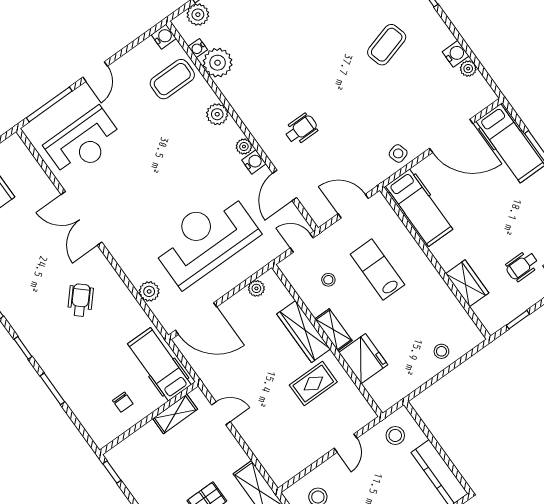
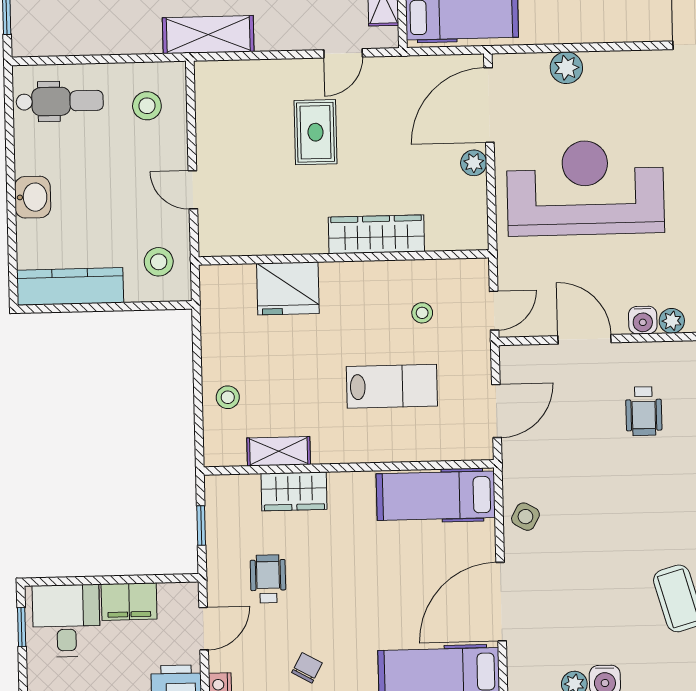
side table: (398, 153) -> (525, 517), turned 45
reception desk: (205, 239) -> (585, 188), turned -90
plant: (256, 288) -> (474, 163), moved
shelving: (333, 330) -> (279, 451), moved
rug: (313, 384) -> (316, 132), moved

